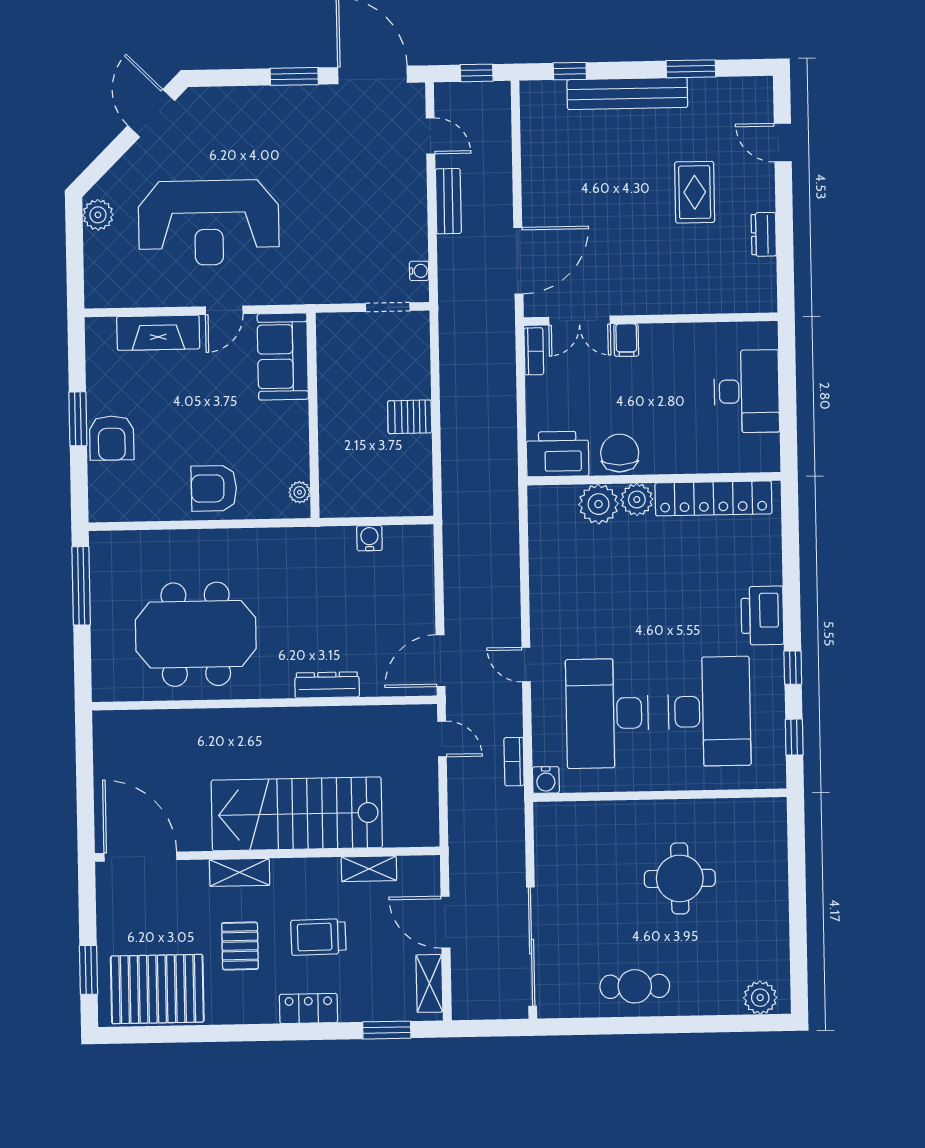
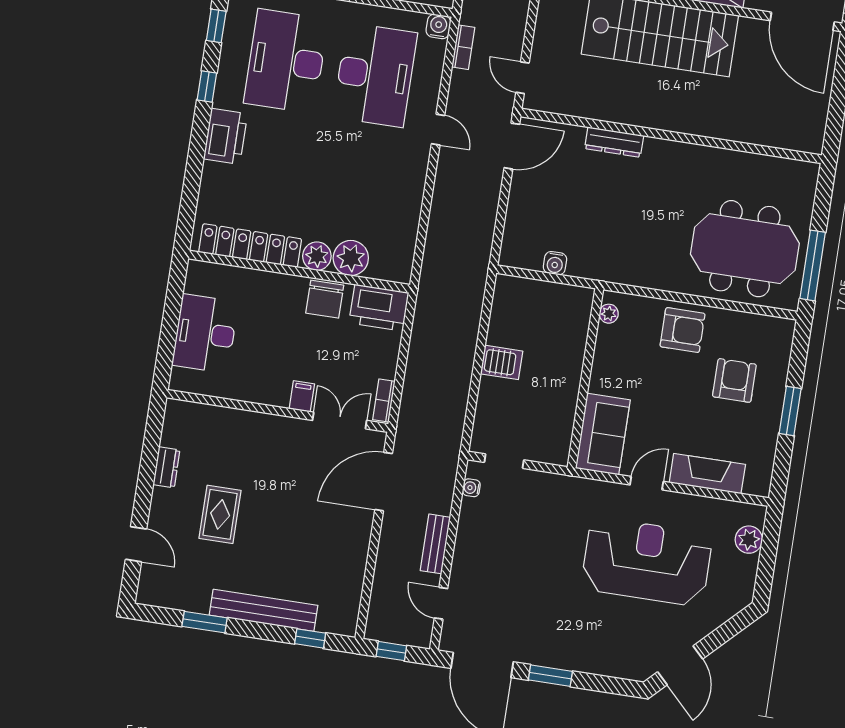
plant: (98, 215) -> (749, 540), moved
armchair: (112, 438) -> (734, 380), moved
meeting table: (196, 634) -> (745, 249), moved

